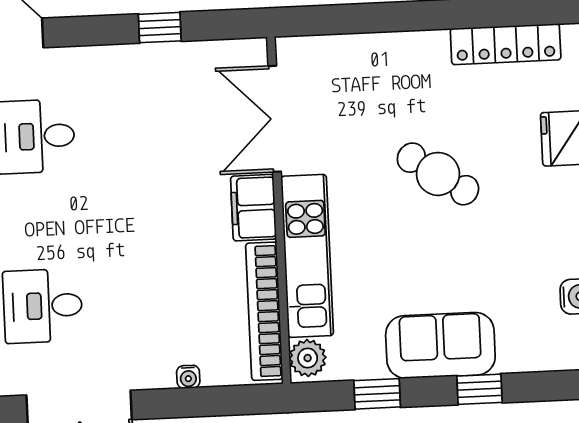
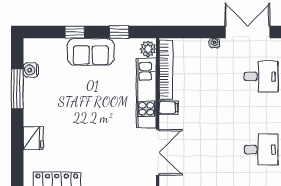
cafe table: (438, 174) -> (88, 125), removed
filing cabinet: (253, 208) -> (169, 108), width x0.50
water cooler: (188, 377) -> (215, 43), moved

